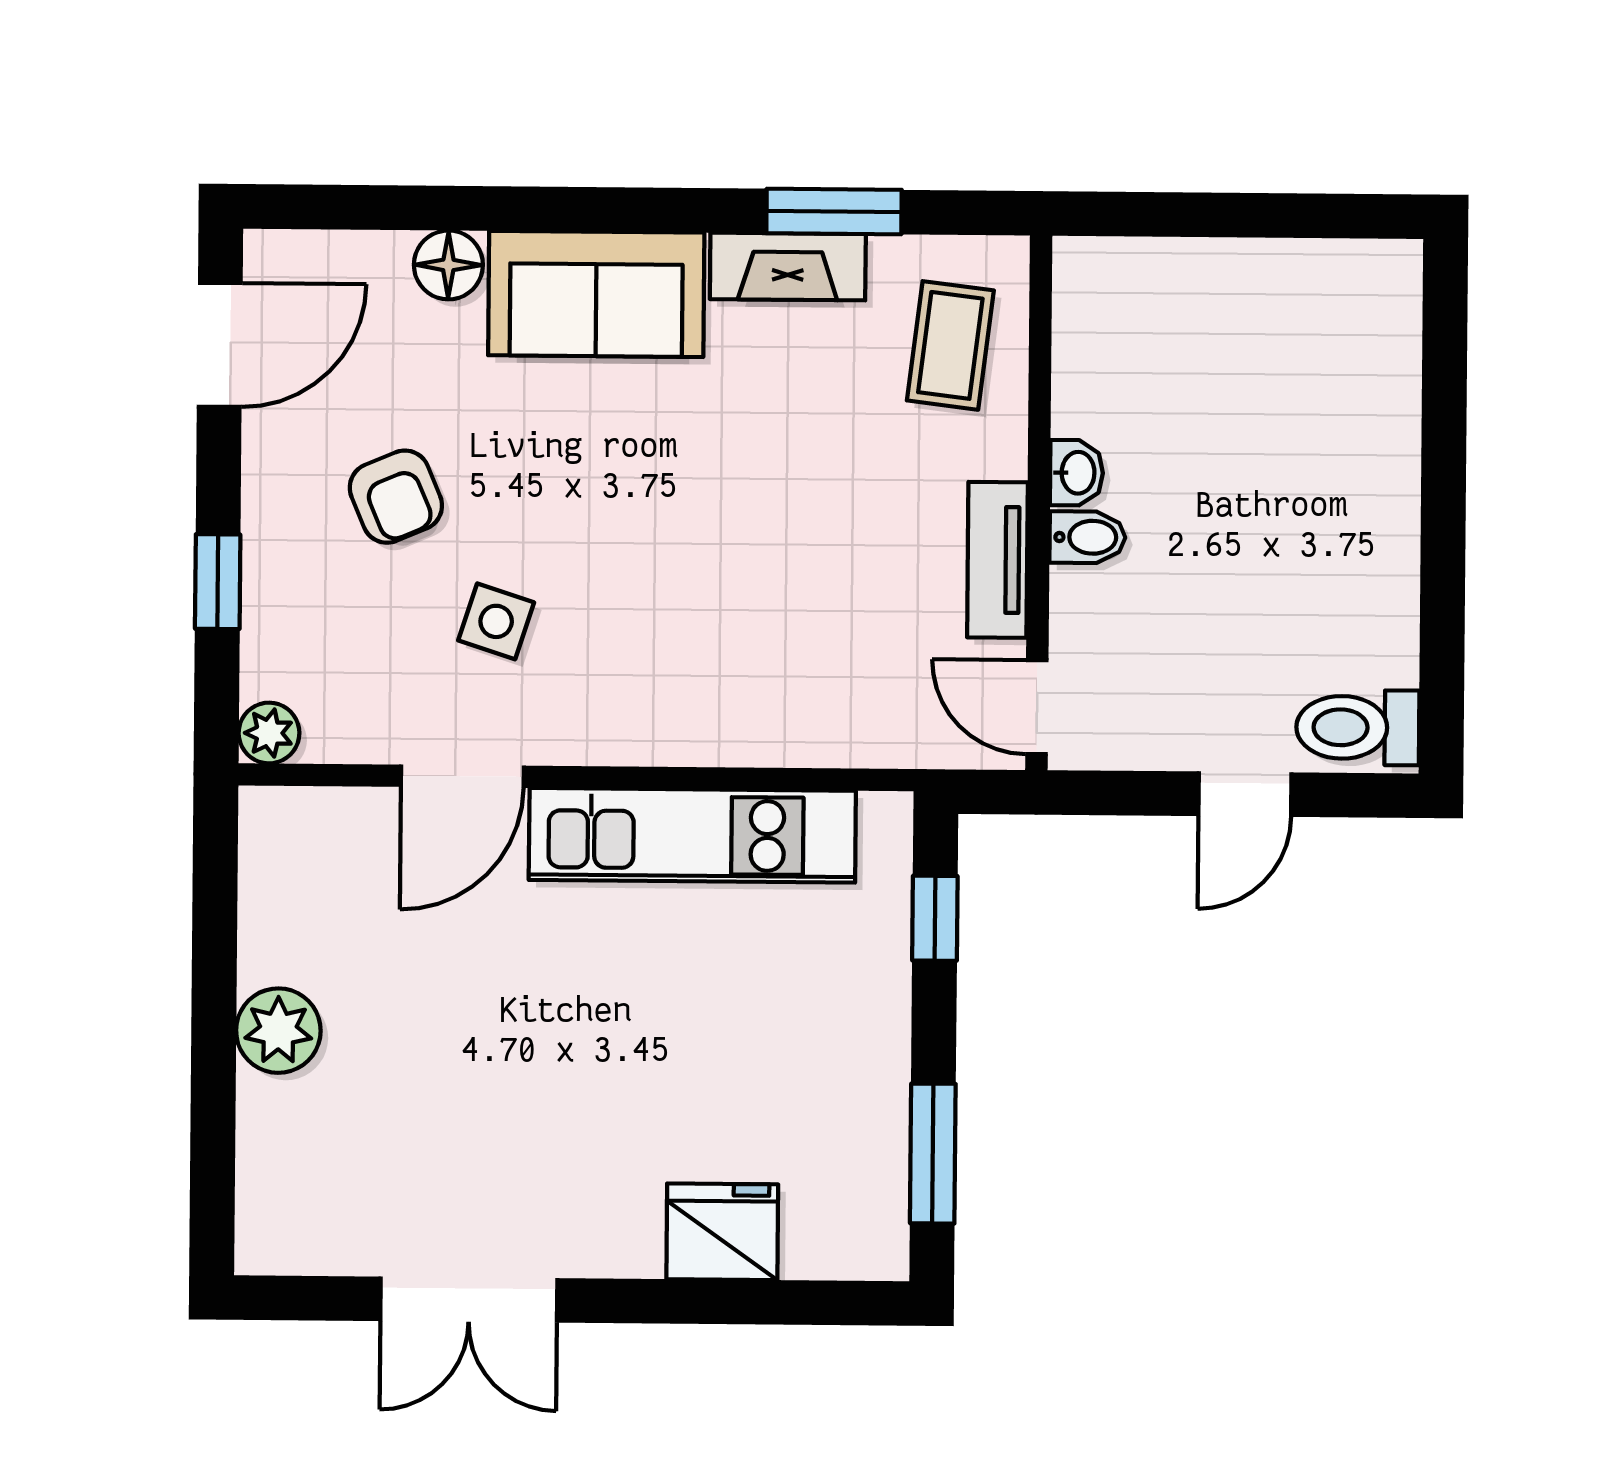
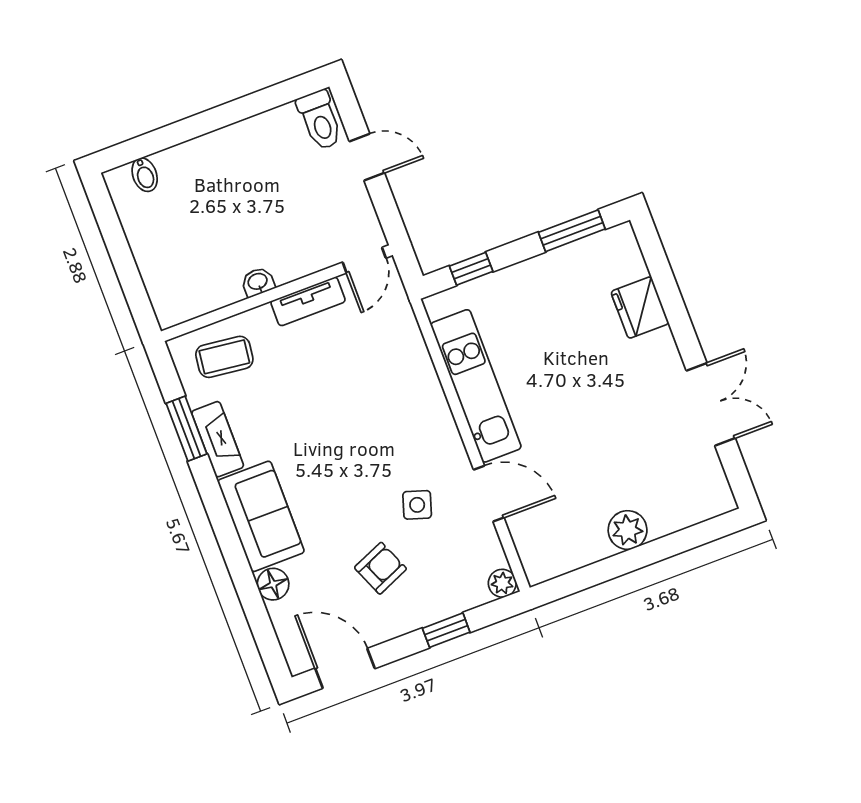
bidet: (1087, 537) -> (145, 175), moved, turned 180

